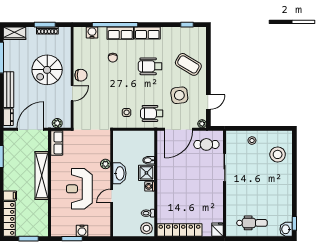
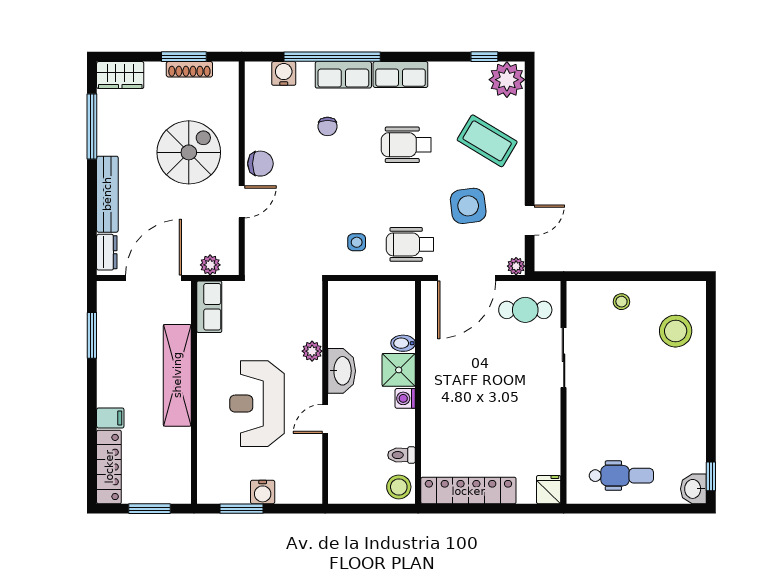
plant: (198, 35) -> (507, 80), added
spiral stairs: (47, 70) -> (189, 152), turned 180

